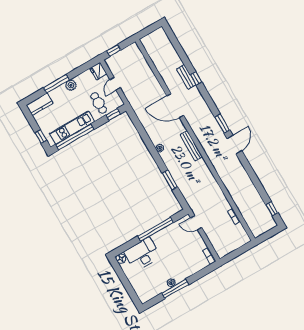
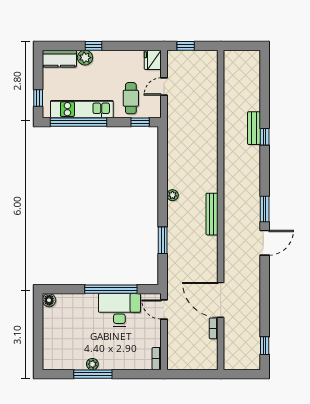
window: (56, 84) -> (93, 46), width x0.46
plant: (71, 85) -> (85, 58), moved
door: (175, 106) -> (221, 300), moved
desk: (142, 254) -> (119, 310), moved

